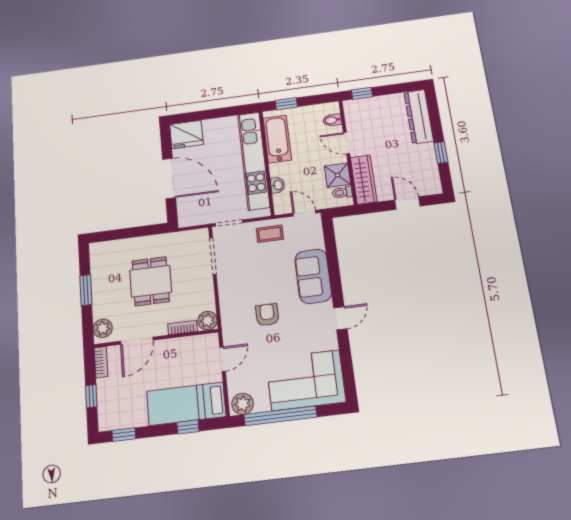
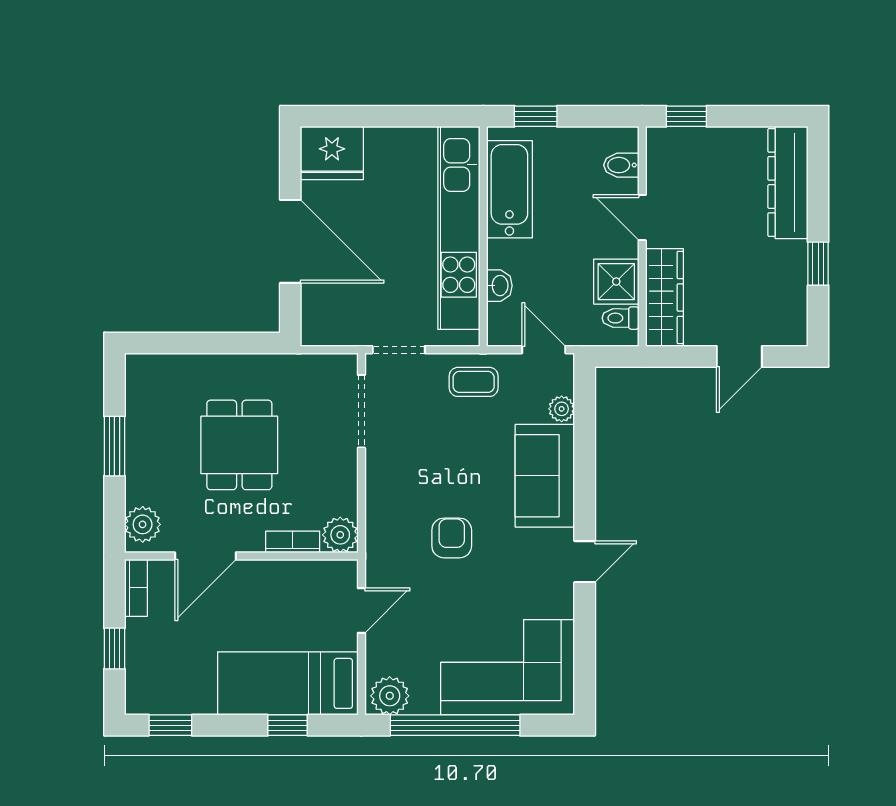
door: (407, 203) -> (739, 356), swing flipped
plant: (318, 241) -> (562, 409), added

